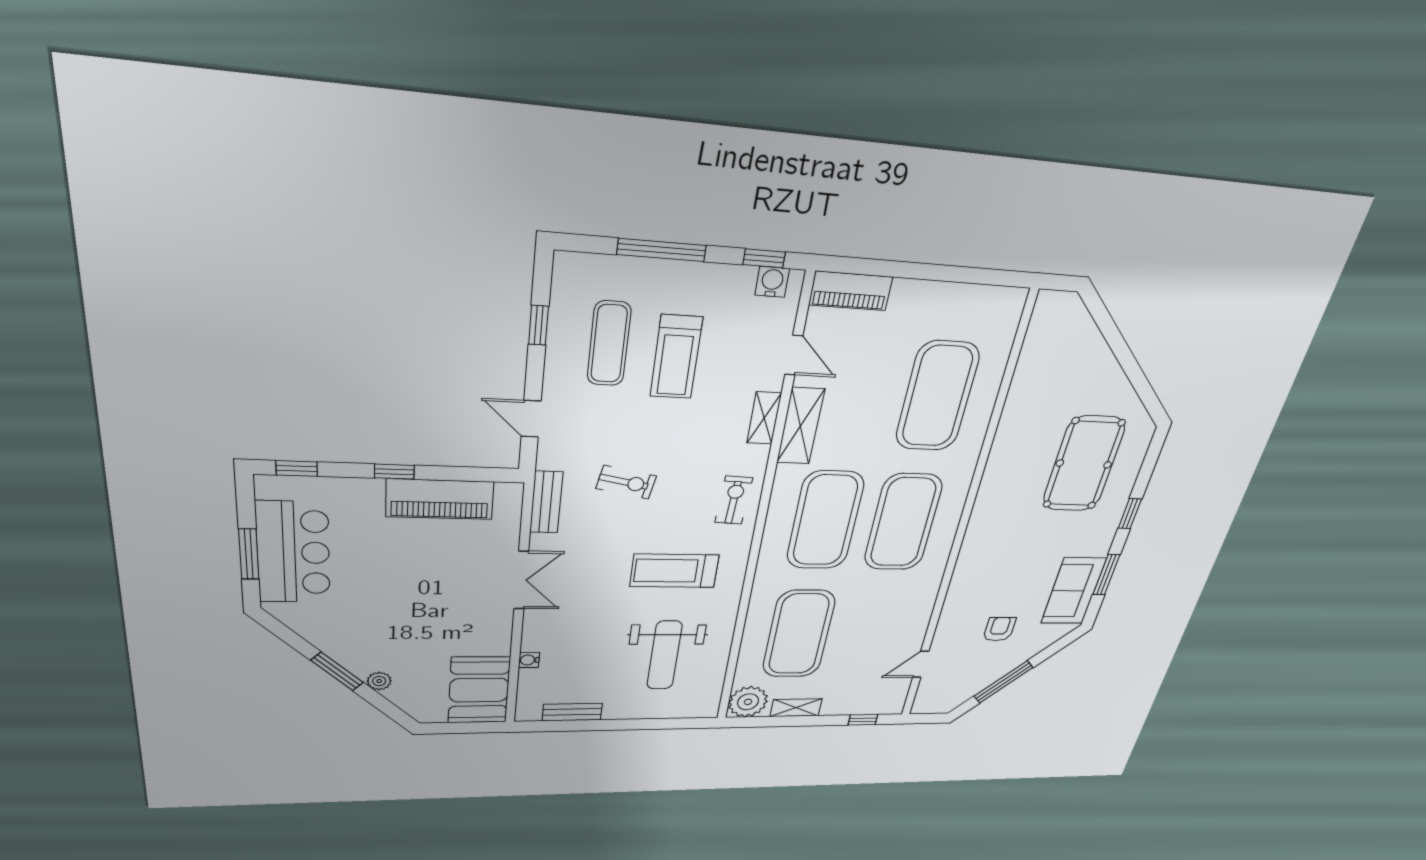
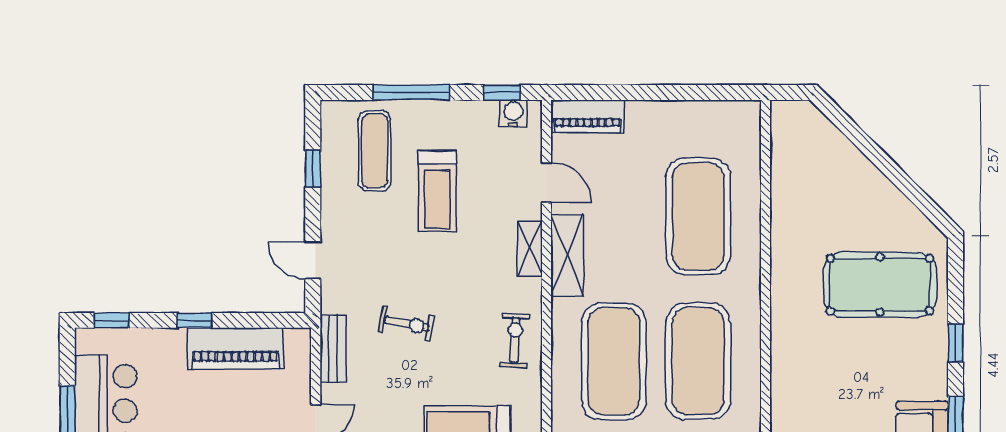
exercise mat: (609, 344) -> (375, 151), moved
pool table: (1084, 464) -> (880, 285), turned 90

